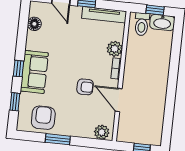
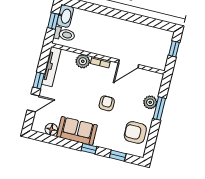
sofa: (34, 72) -> (77, 131), moved
armchair: (85, 87) -> (107, 103), moved
plant: (102, 132) -> (150, 102), moved
window: (58, 139) -> (159, 109), moved

